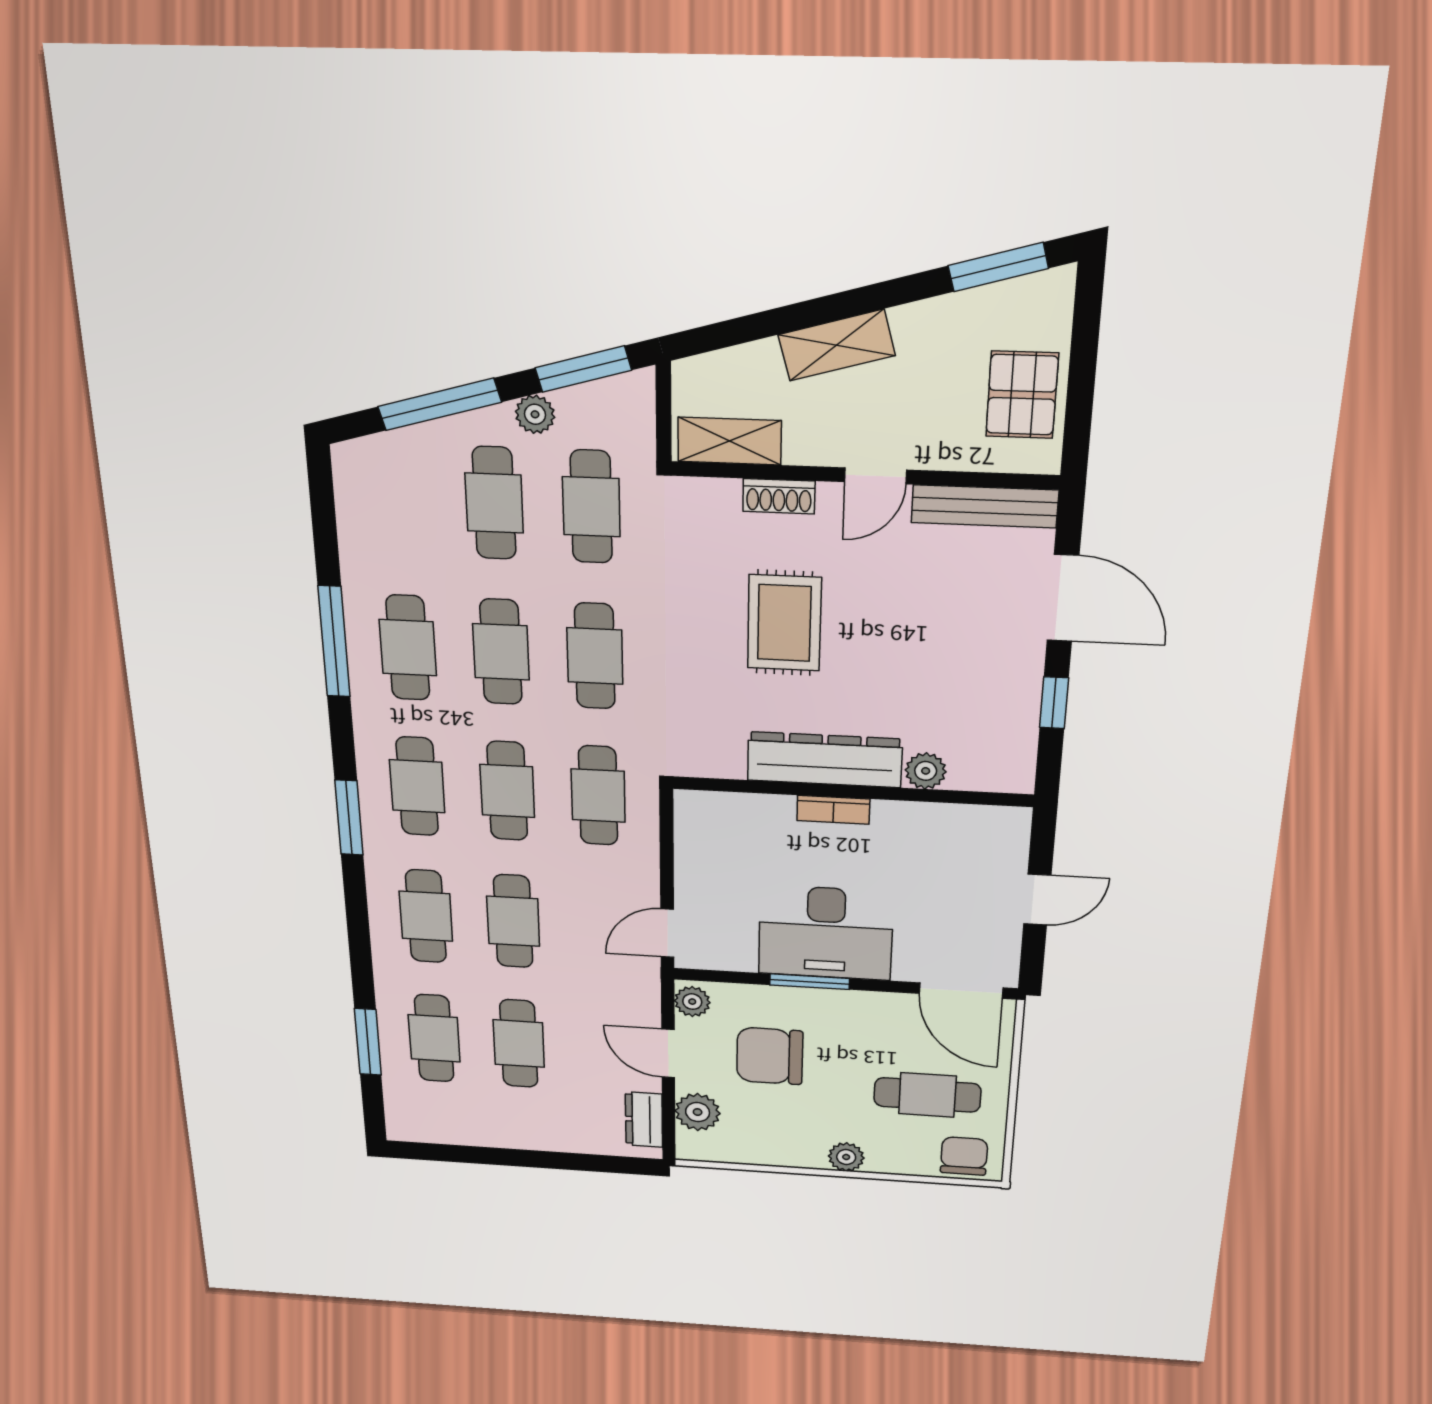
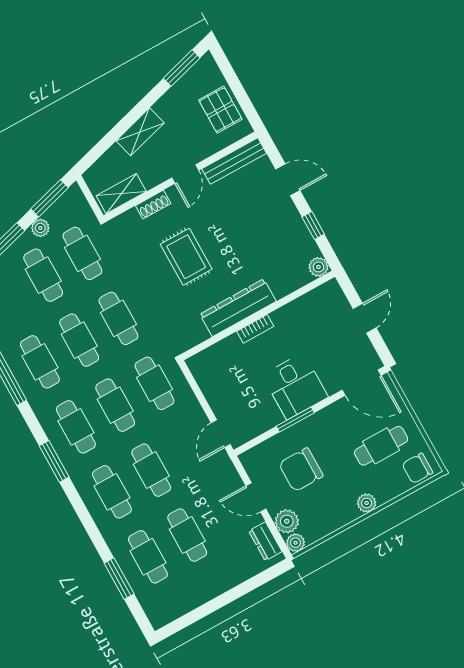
door: (1063, 598) -> (288, 180), width x0.73
plant: (926, 771) -> (318, 267), moved
desk: (826, 933) -> (295, 386), width x0.73
plant: (692, 1002) -> (295, 543), moved
chair: (964, 1156) -> (417, 468), turned -90

